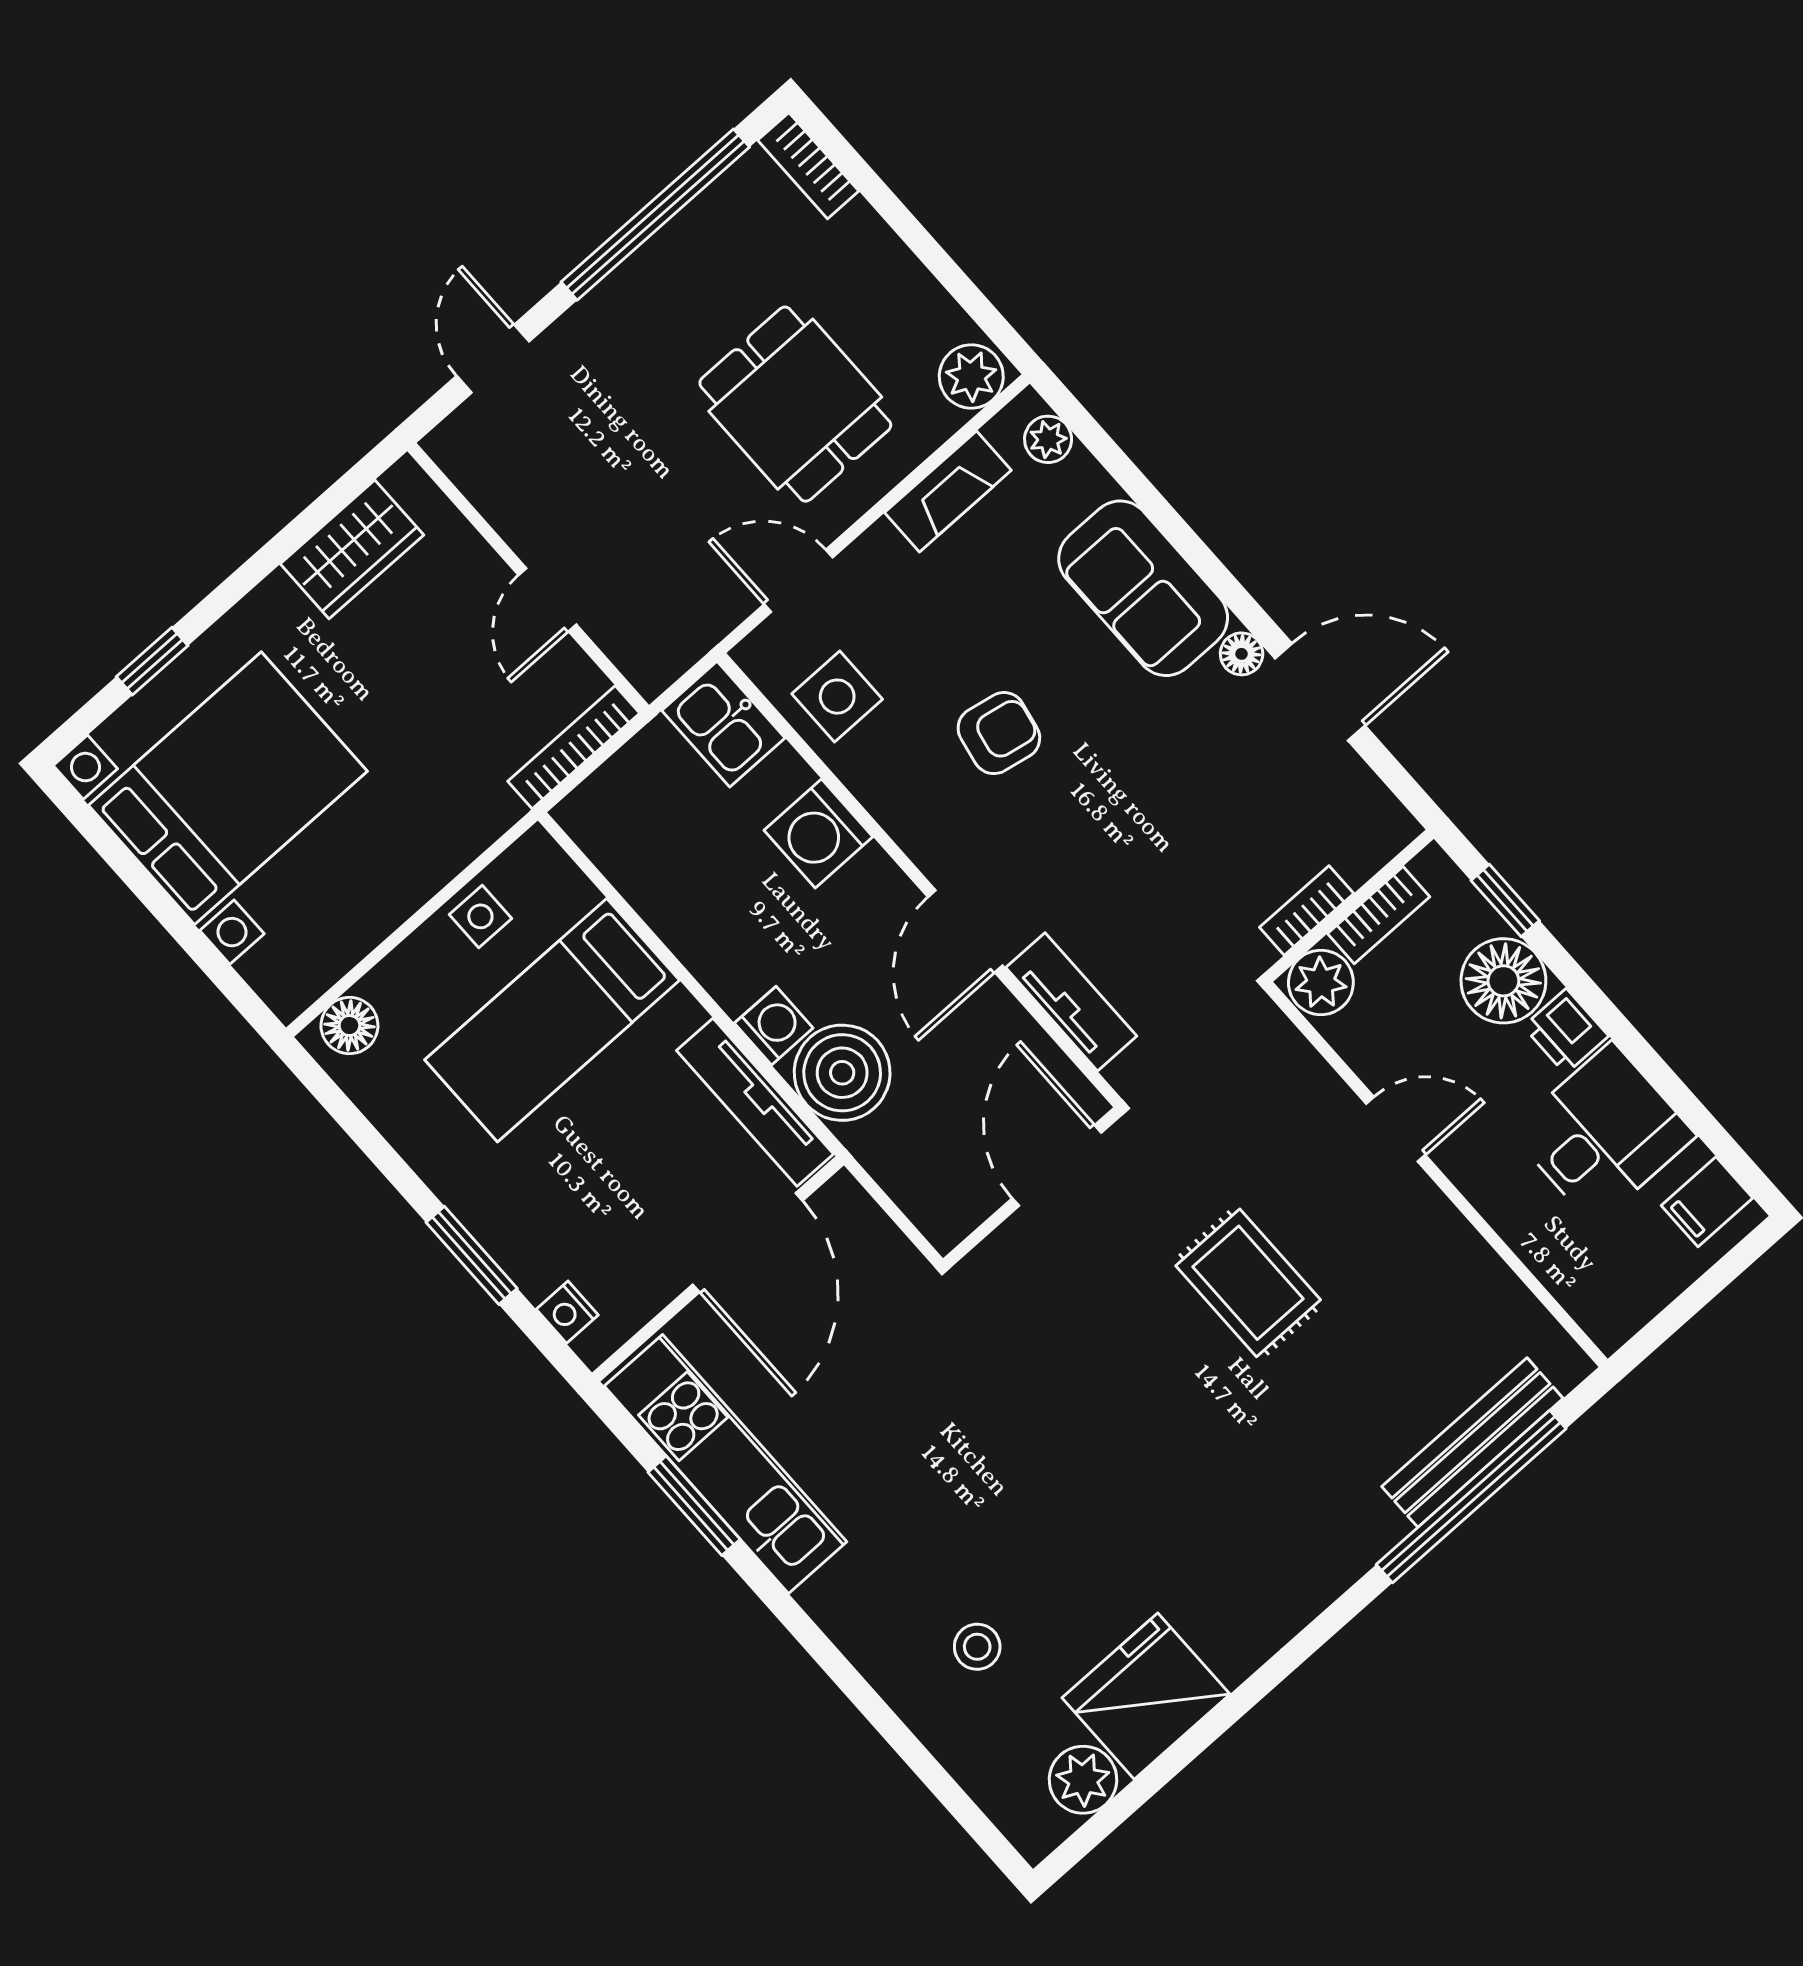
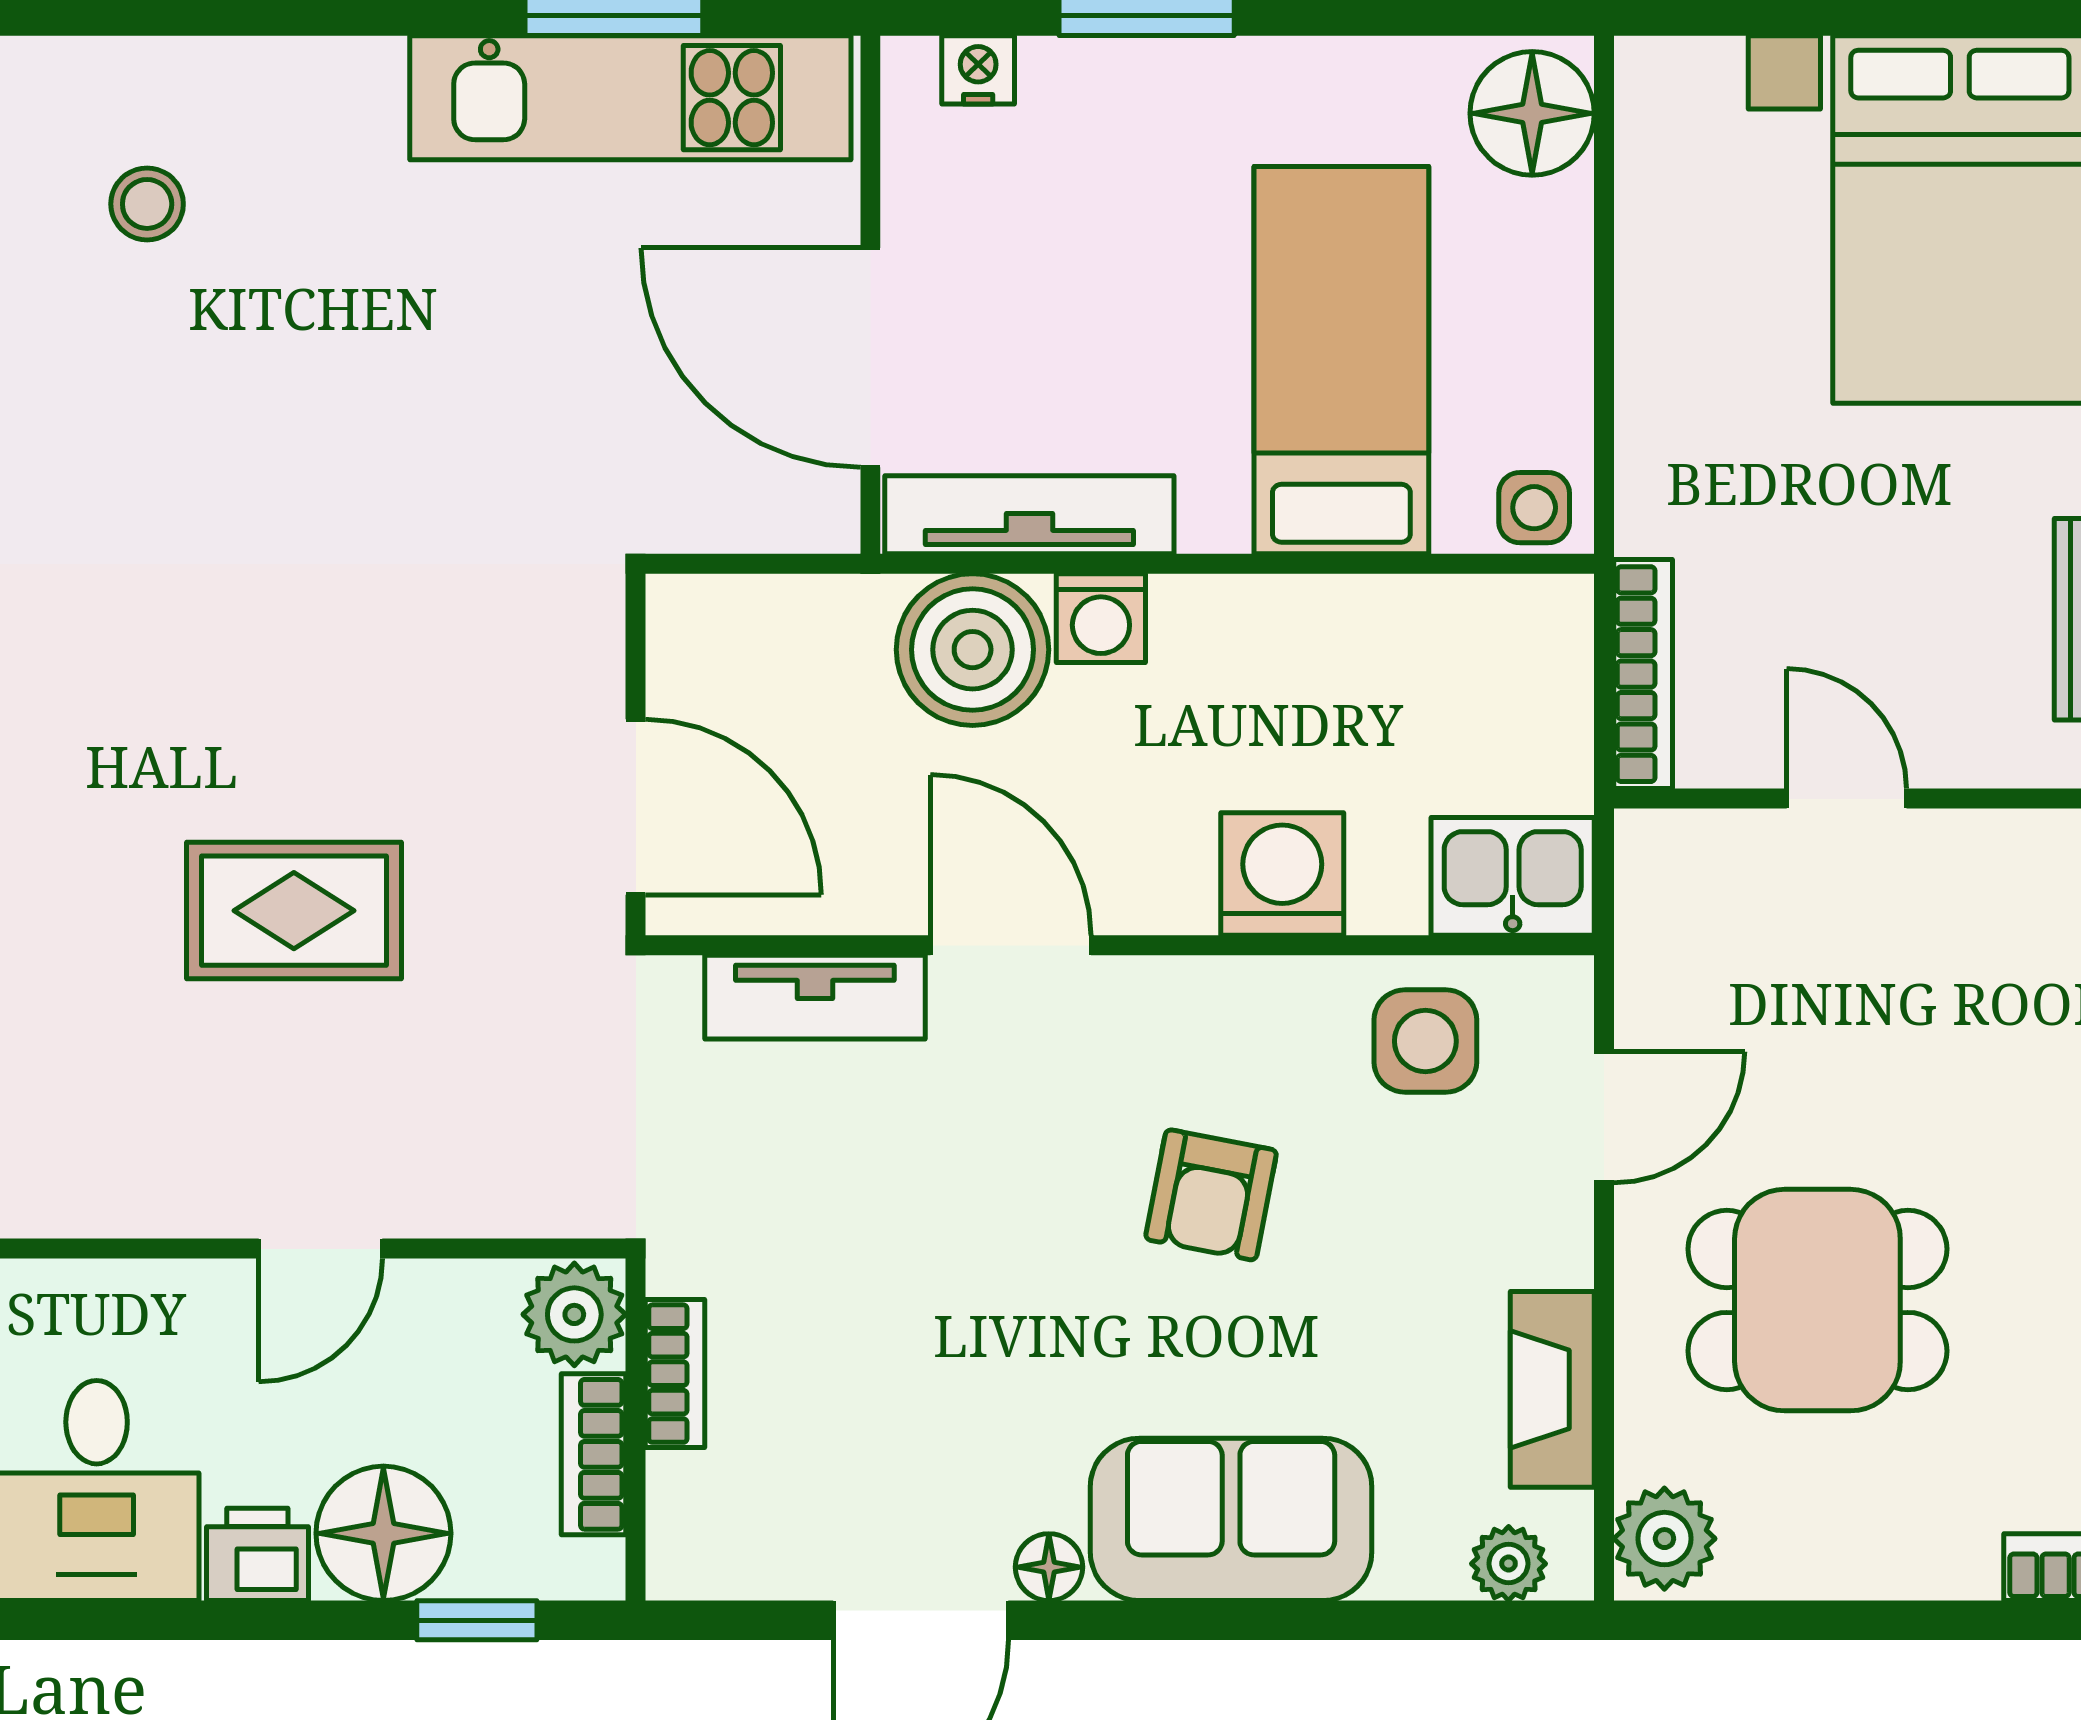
side table: (480, 916) -> (1534, 508), moved
floor lamp: (349, 1026) -> (1532, 113), width x1.38, depth x1.38

